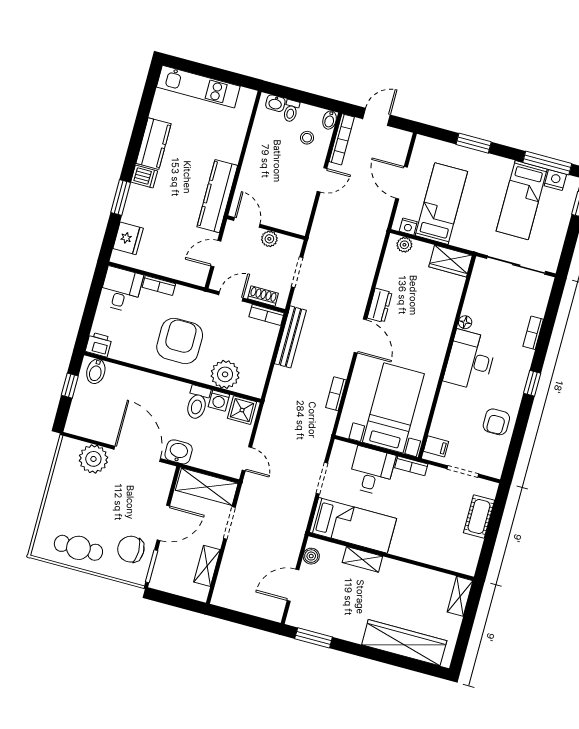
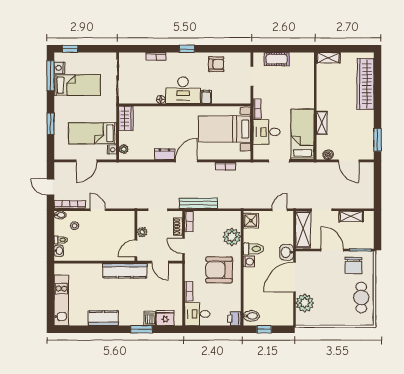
dishwasher: (144, 176) -> (150, 318), moved
washing machine: (219, 401) -> (249, 262), moved
filing cabinet: (436, 446) -> (206, 97), moved

